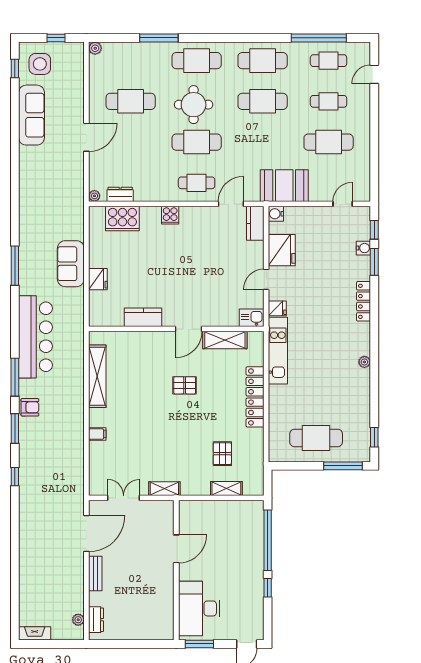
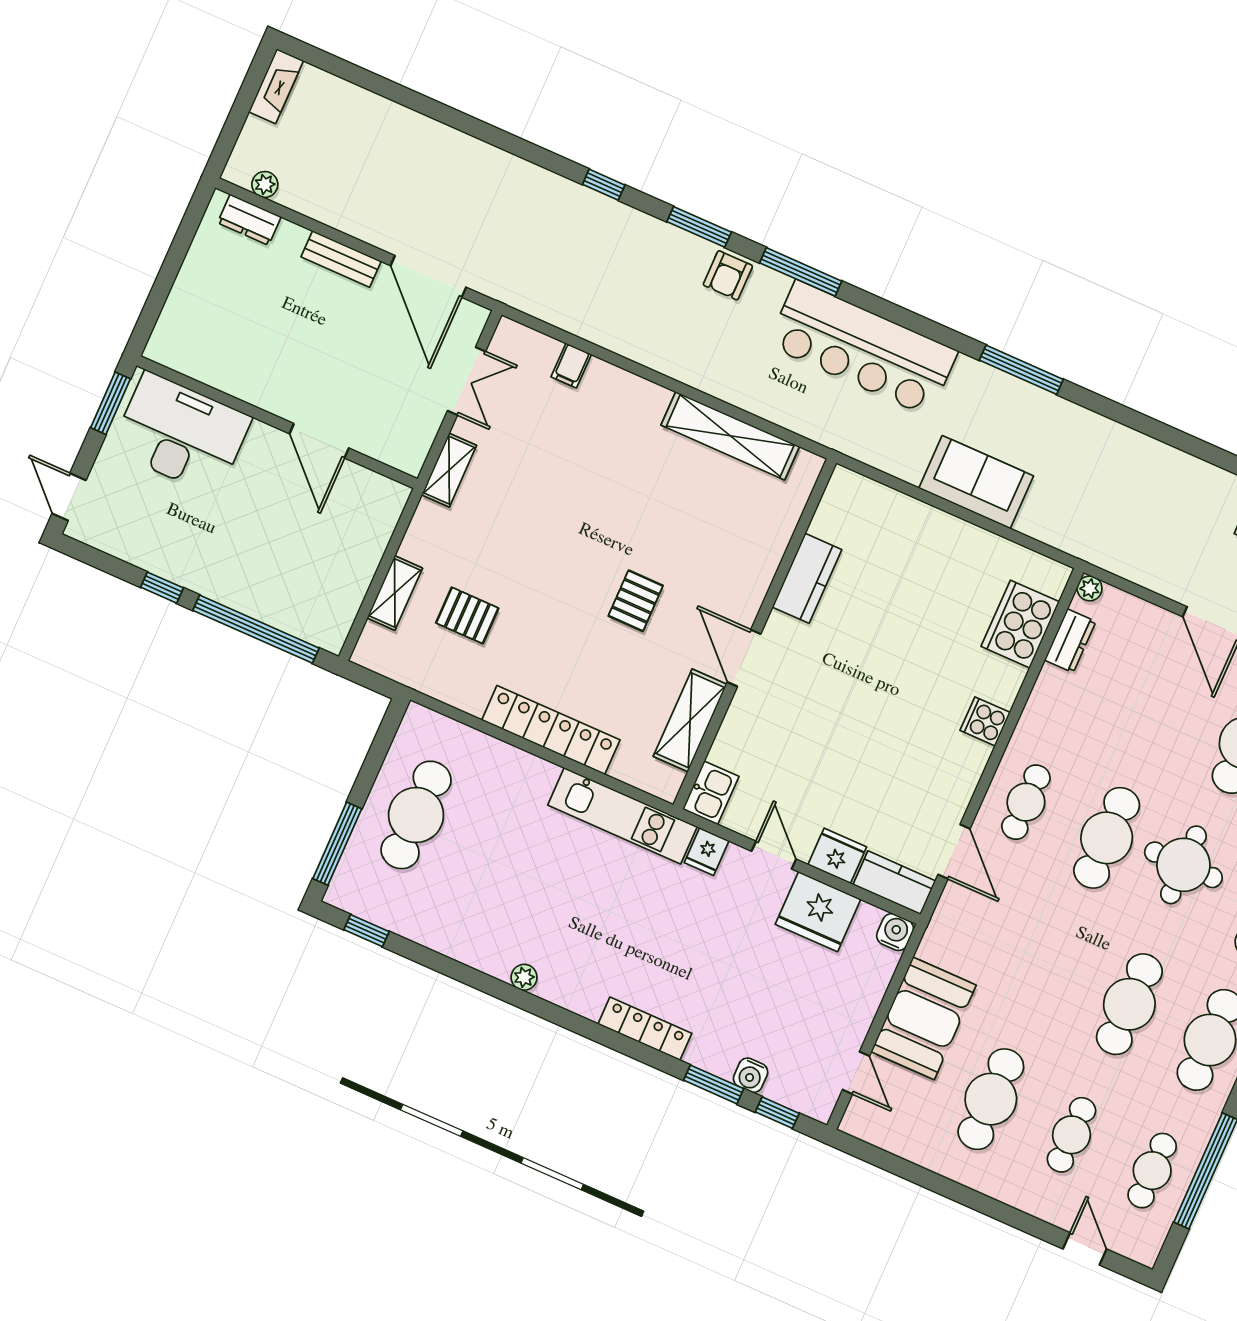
booth: (284, 186) -> (924, 1018), moved
fridge: (98, 279) -> (837, 856), moved, turned 180
filing cabinet: (97, 434) -> (571, 366), moved

